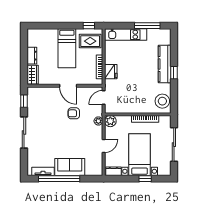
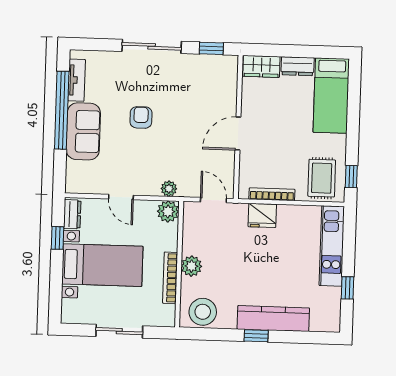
window: (147, 26) -> (348, 288), width x0.46
bed: (67, 48) -> (331, 96), moved, turned -90
plant: (139, 108) -> (191, 266), added
armchair: (74, 113) -> (141, 117), moved
sliding door: (174, 145) -> (119, 331), width x0.73
window: (145, 179) -> (57, 238), moved

